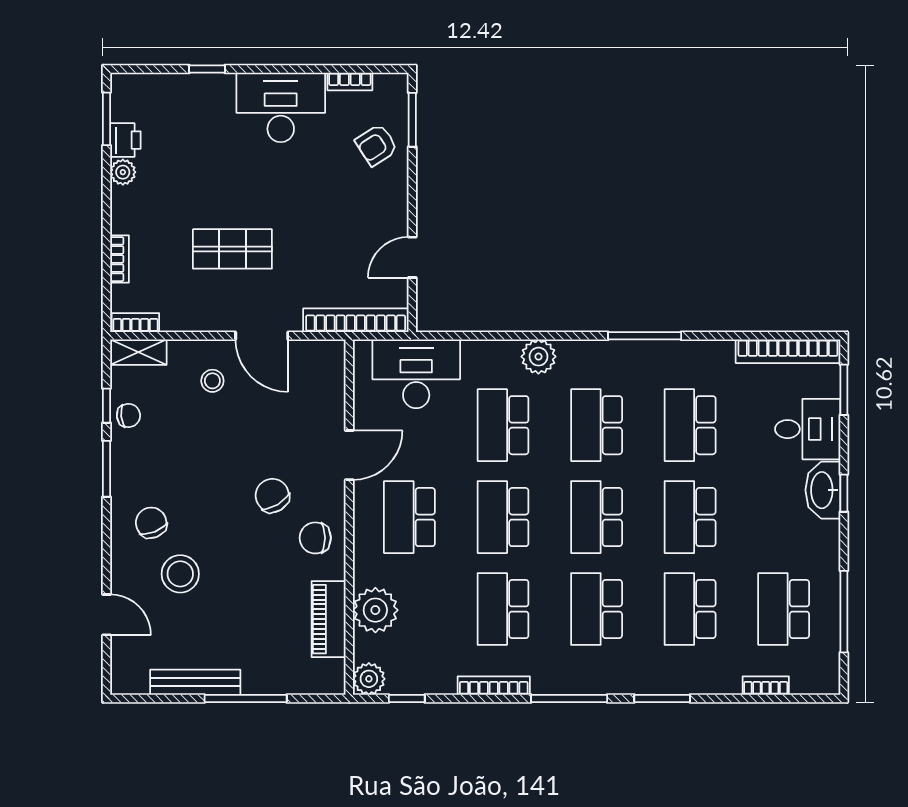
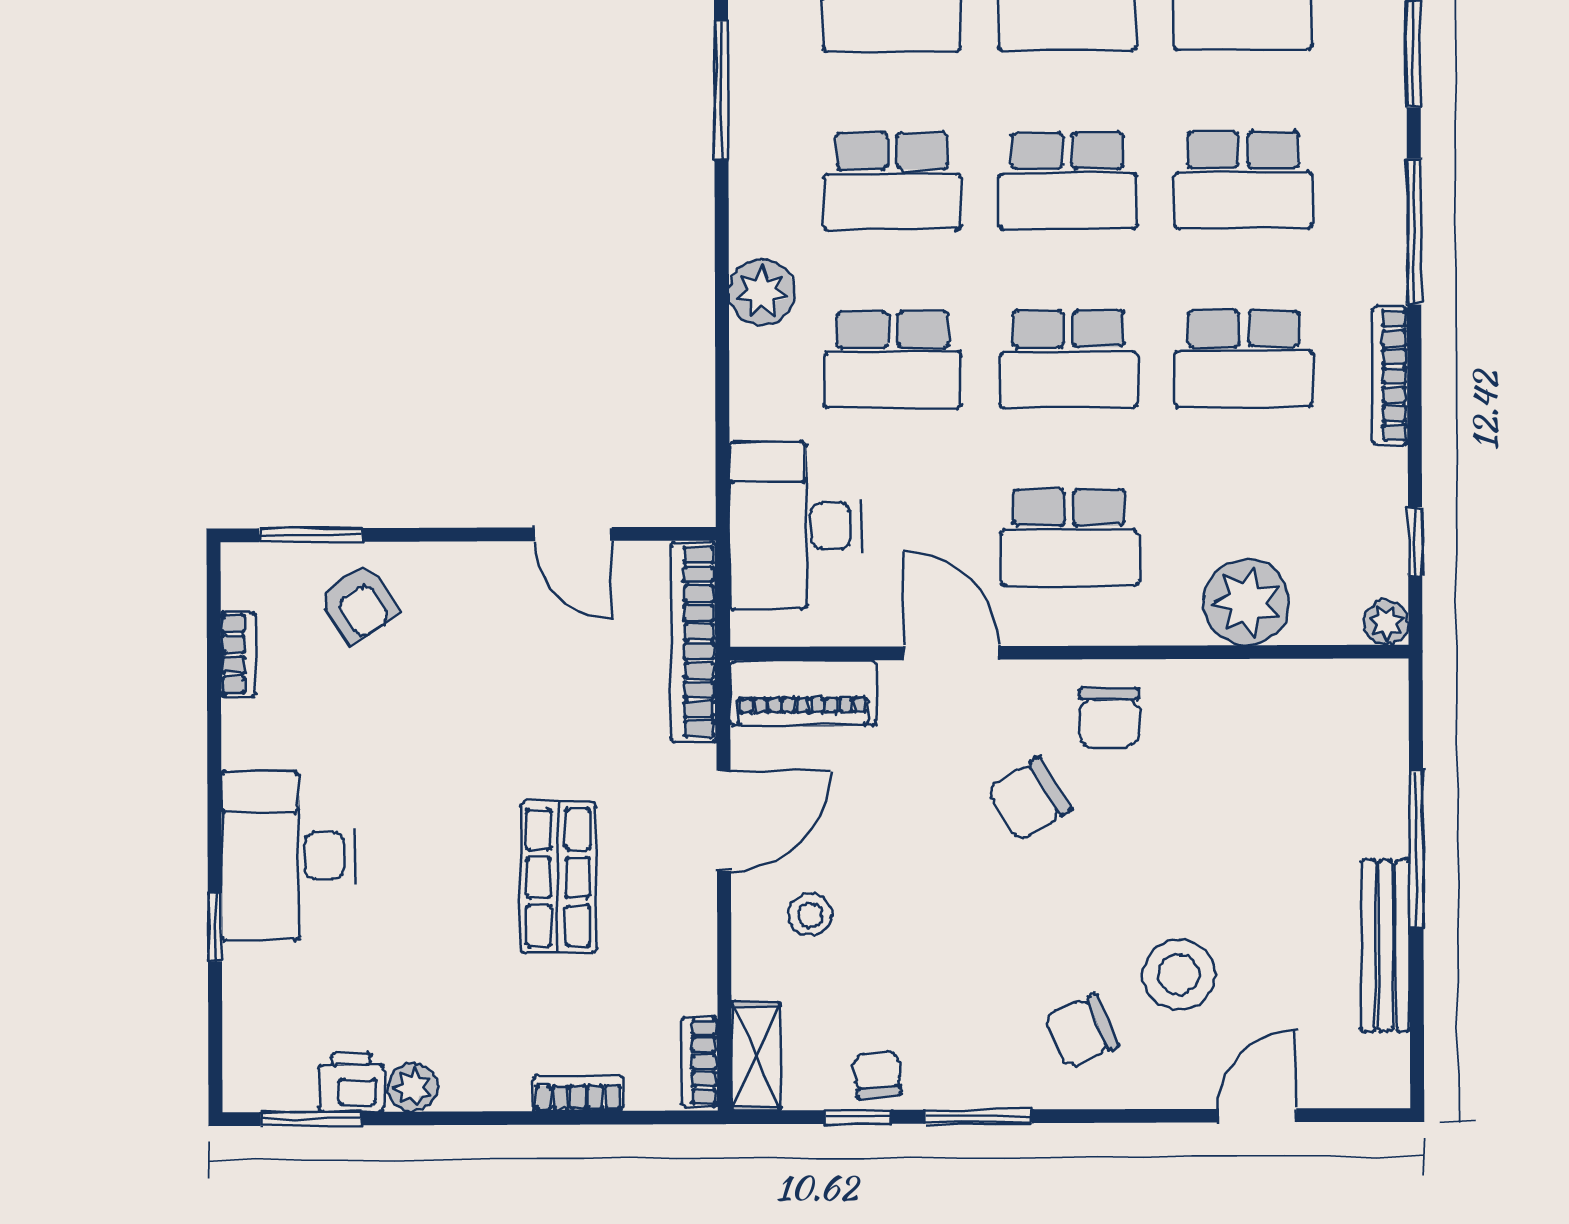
desk: (281, 107) -> (288, 856), moved
piano: (329, 619) -> (803, 693), moved
plant: (369, 679) -> (1386, 622), width x0.73, depth x0.73

